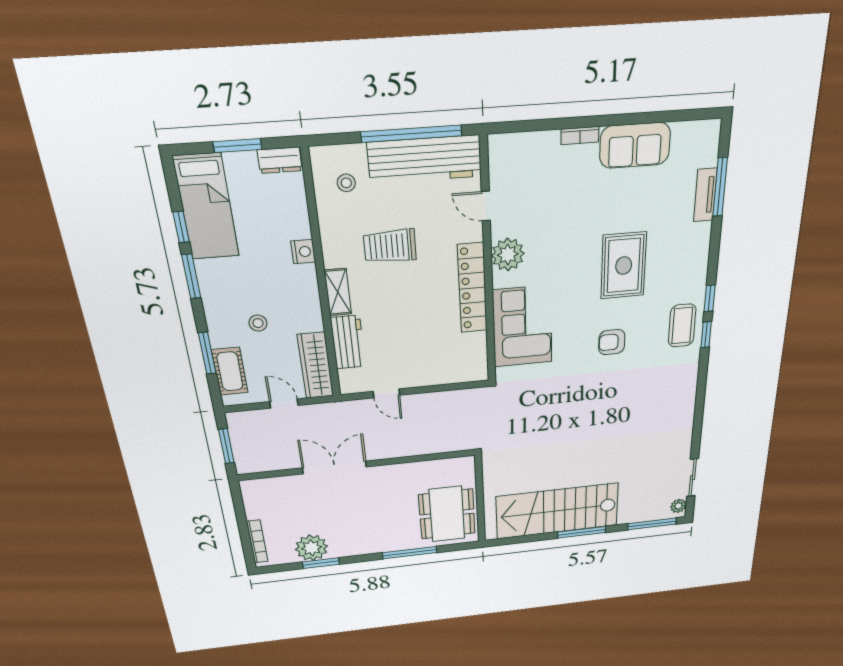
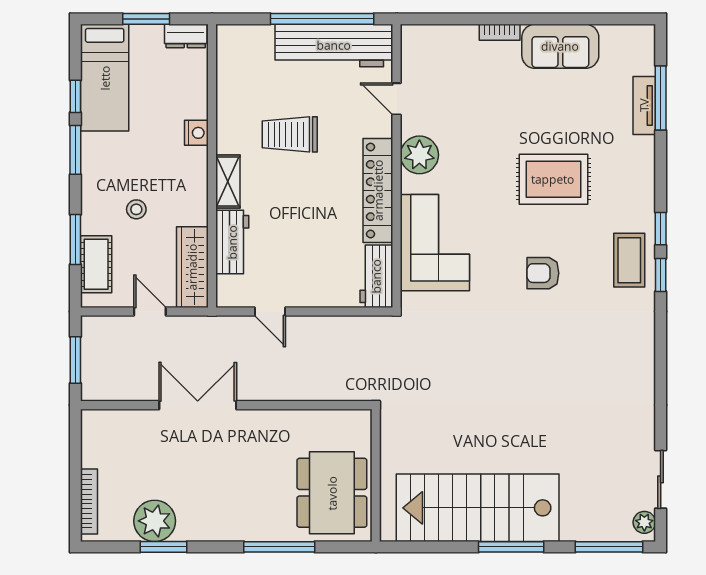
stool: (346, 183) -> (250, 64), removed
rug: (624, 266) -> (553, 179), turned 90
workbench: (474, 358) -> (376, 276), added

